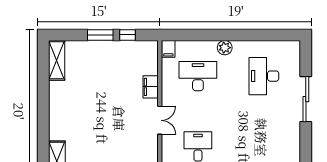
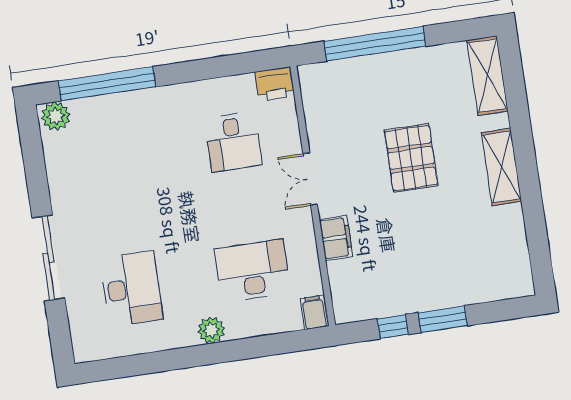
shelving: (57, 60) -> (502, 167), moved
desk: (198, 76) -> (252, 271), turned 180
pallet: (104, 124) -> (411, 158), added

